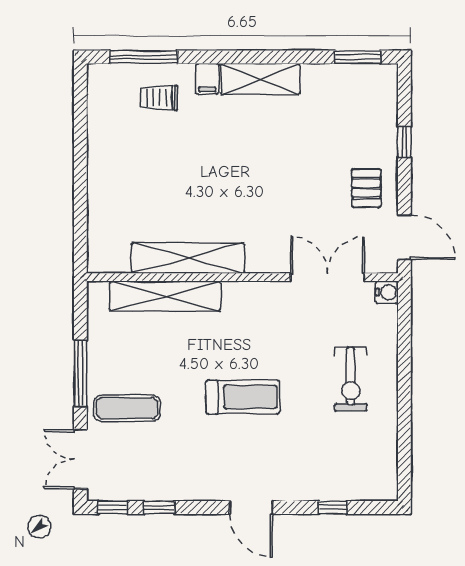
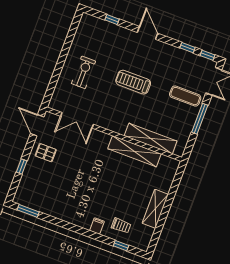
window: (144, 57) -> (121, 246), width x0.46
shelving: (260, 79) -> (155, 209), moved, turned 90
pallet: (366, 188) -> (46, 153), turned 90
water cooler: (387, 292) -> (54, 104), removed

